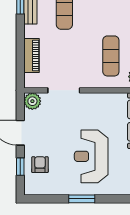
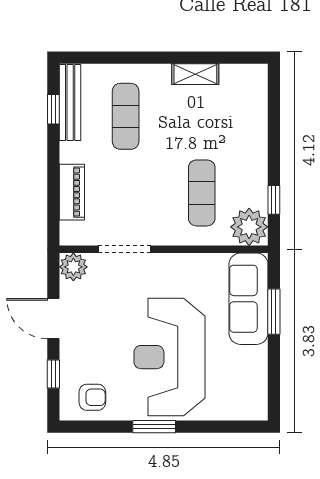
reception desk: (91, 156) -> (169, 357), width x1.36, depth x1.30
armchair: (40, 165) -> (92, 397), moved, turned 90

